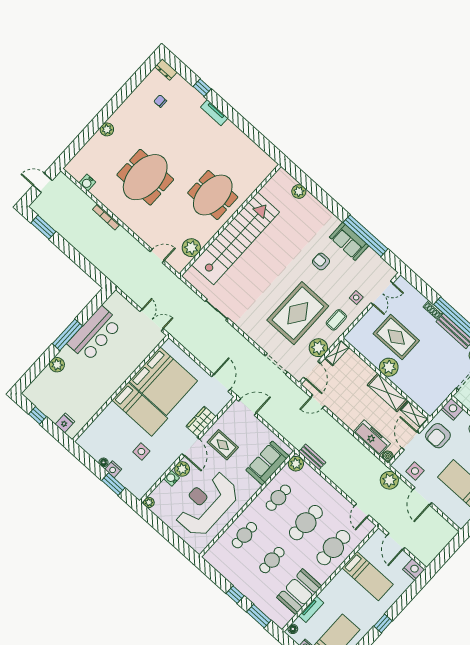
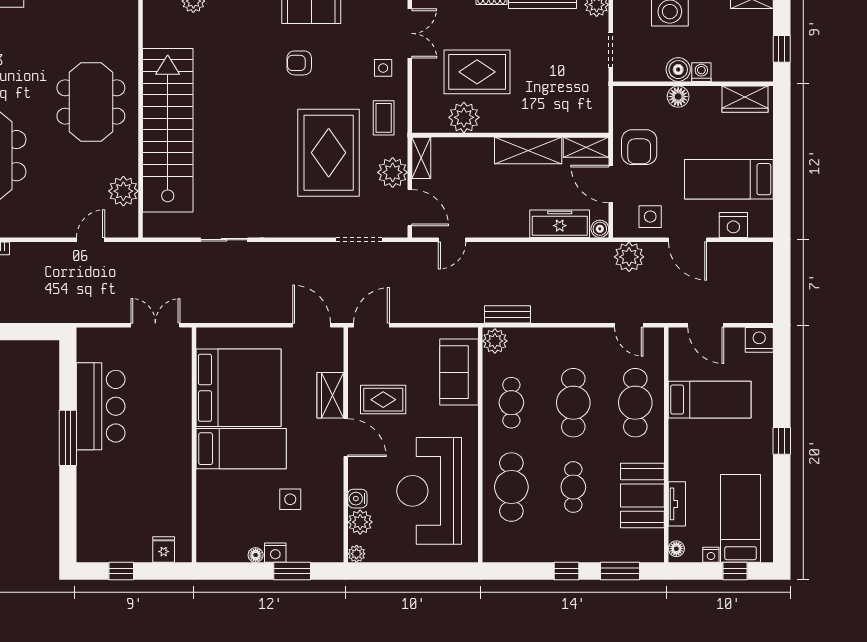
plant: (57, 365) -> (89, 486), removed
plant: (389, 367) -> (464, 117), moved
nightstand: (452, 409) -> (733, 225), moved, turned 180
plant: (182, 469) -> (360, 522), moved
cafe table: (244, 535) -> (511, 487), width x1.37, depth x1.35

